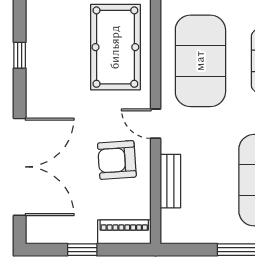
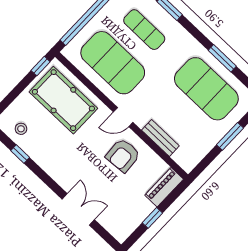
stool: (46, 32) -> (21, 129), added
double door: (20, 167) -> (78, 209), width x0.54

